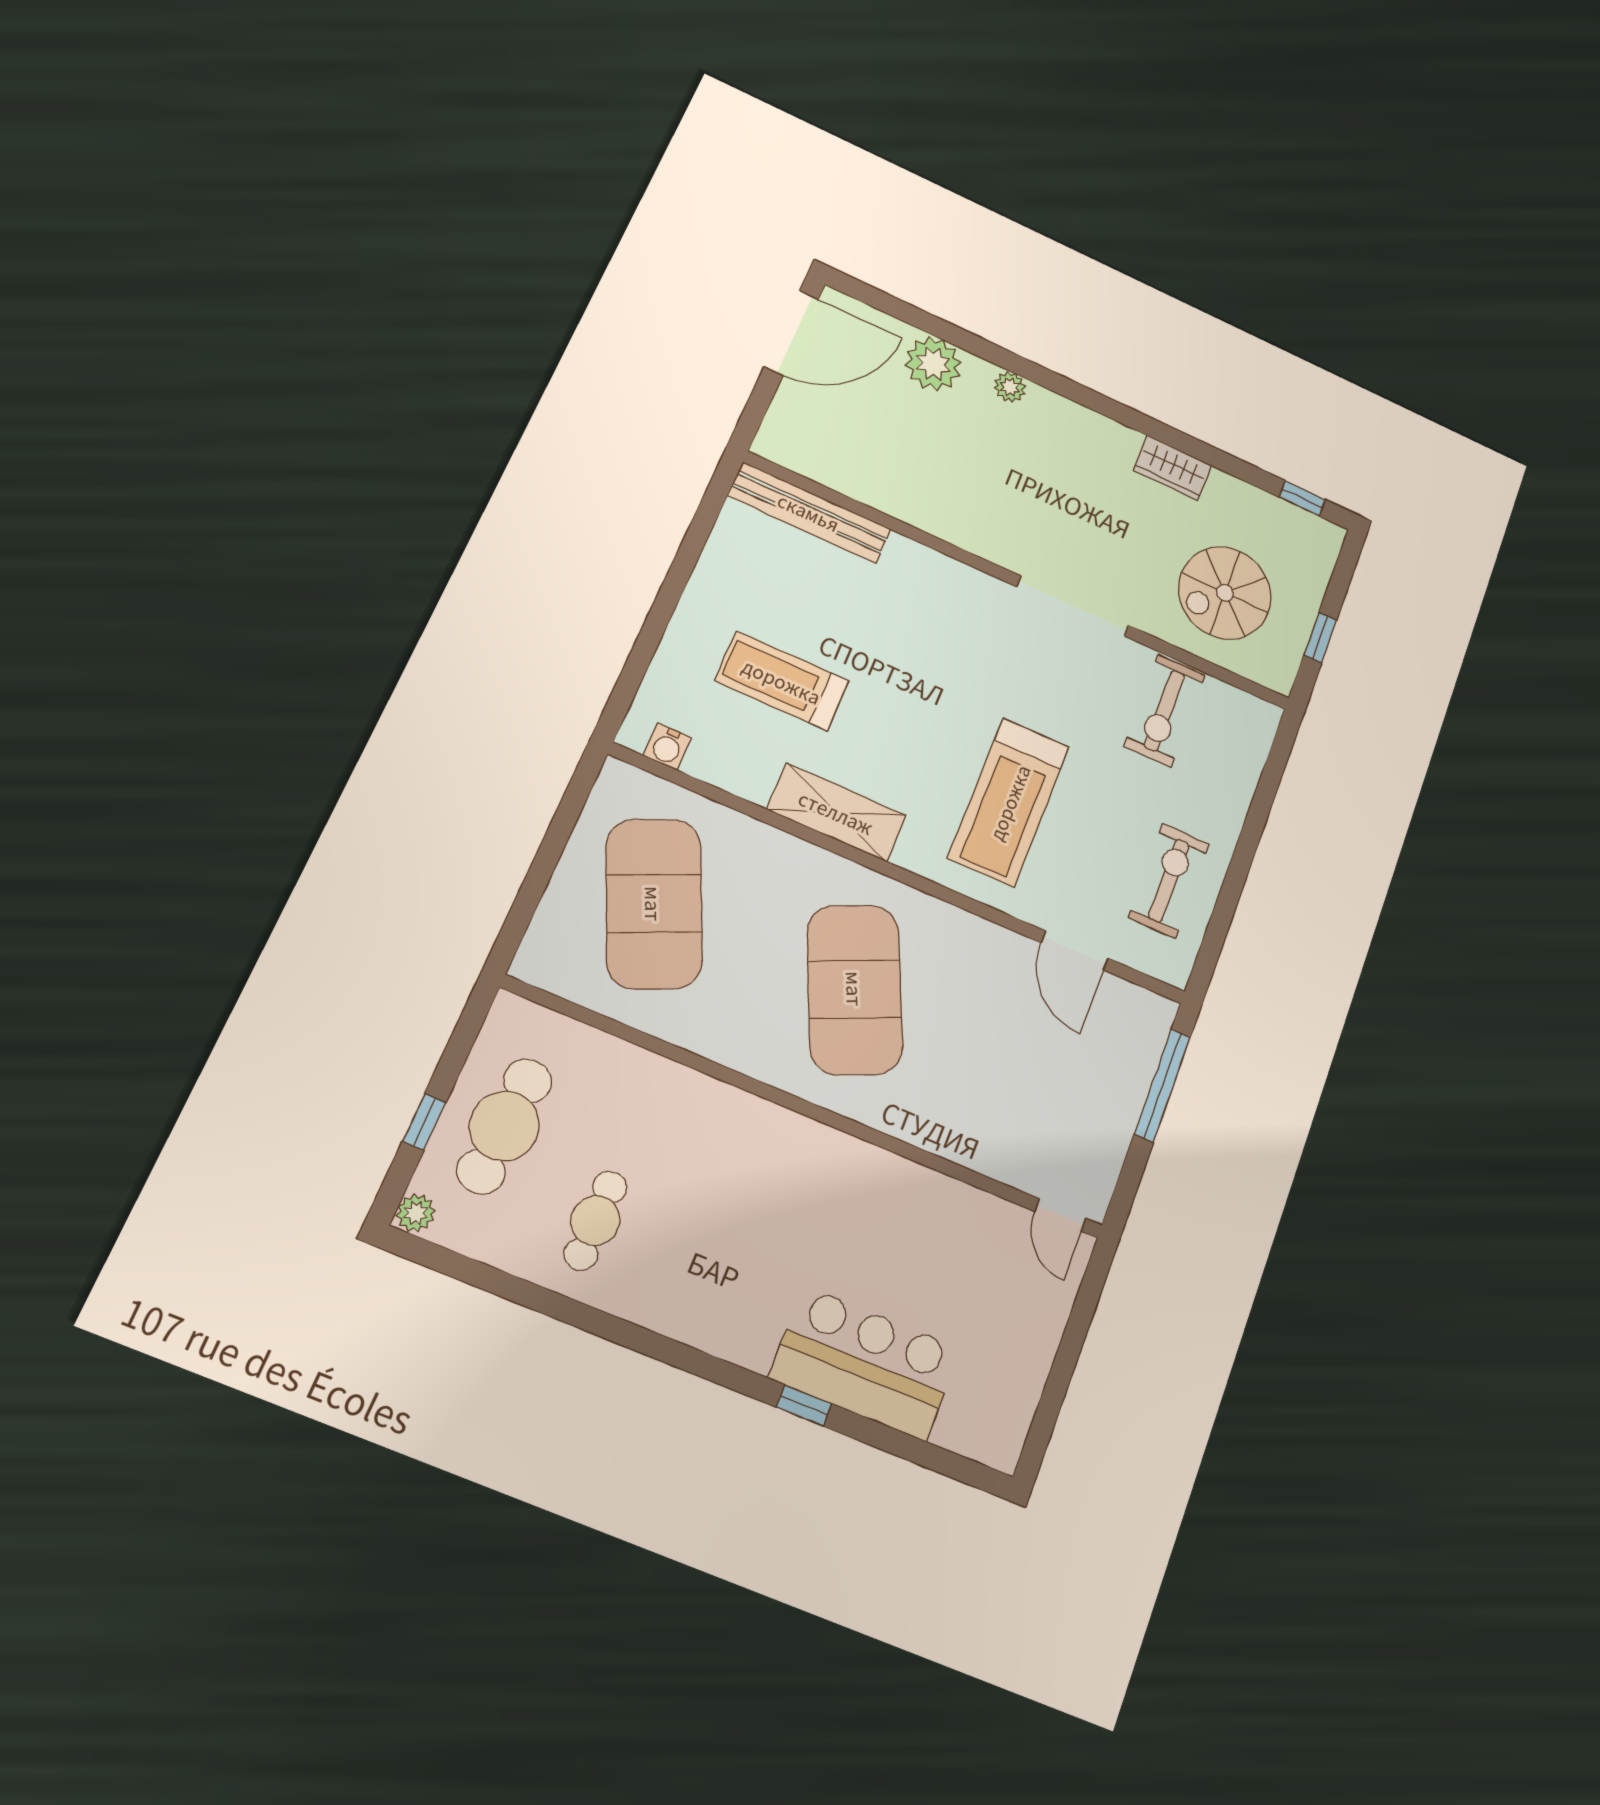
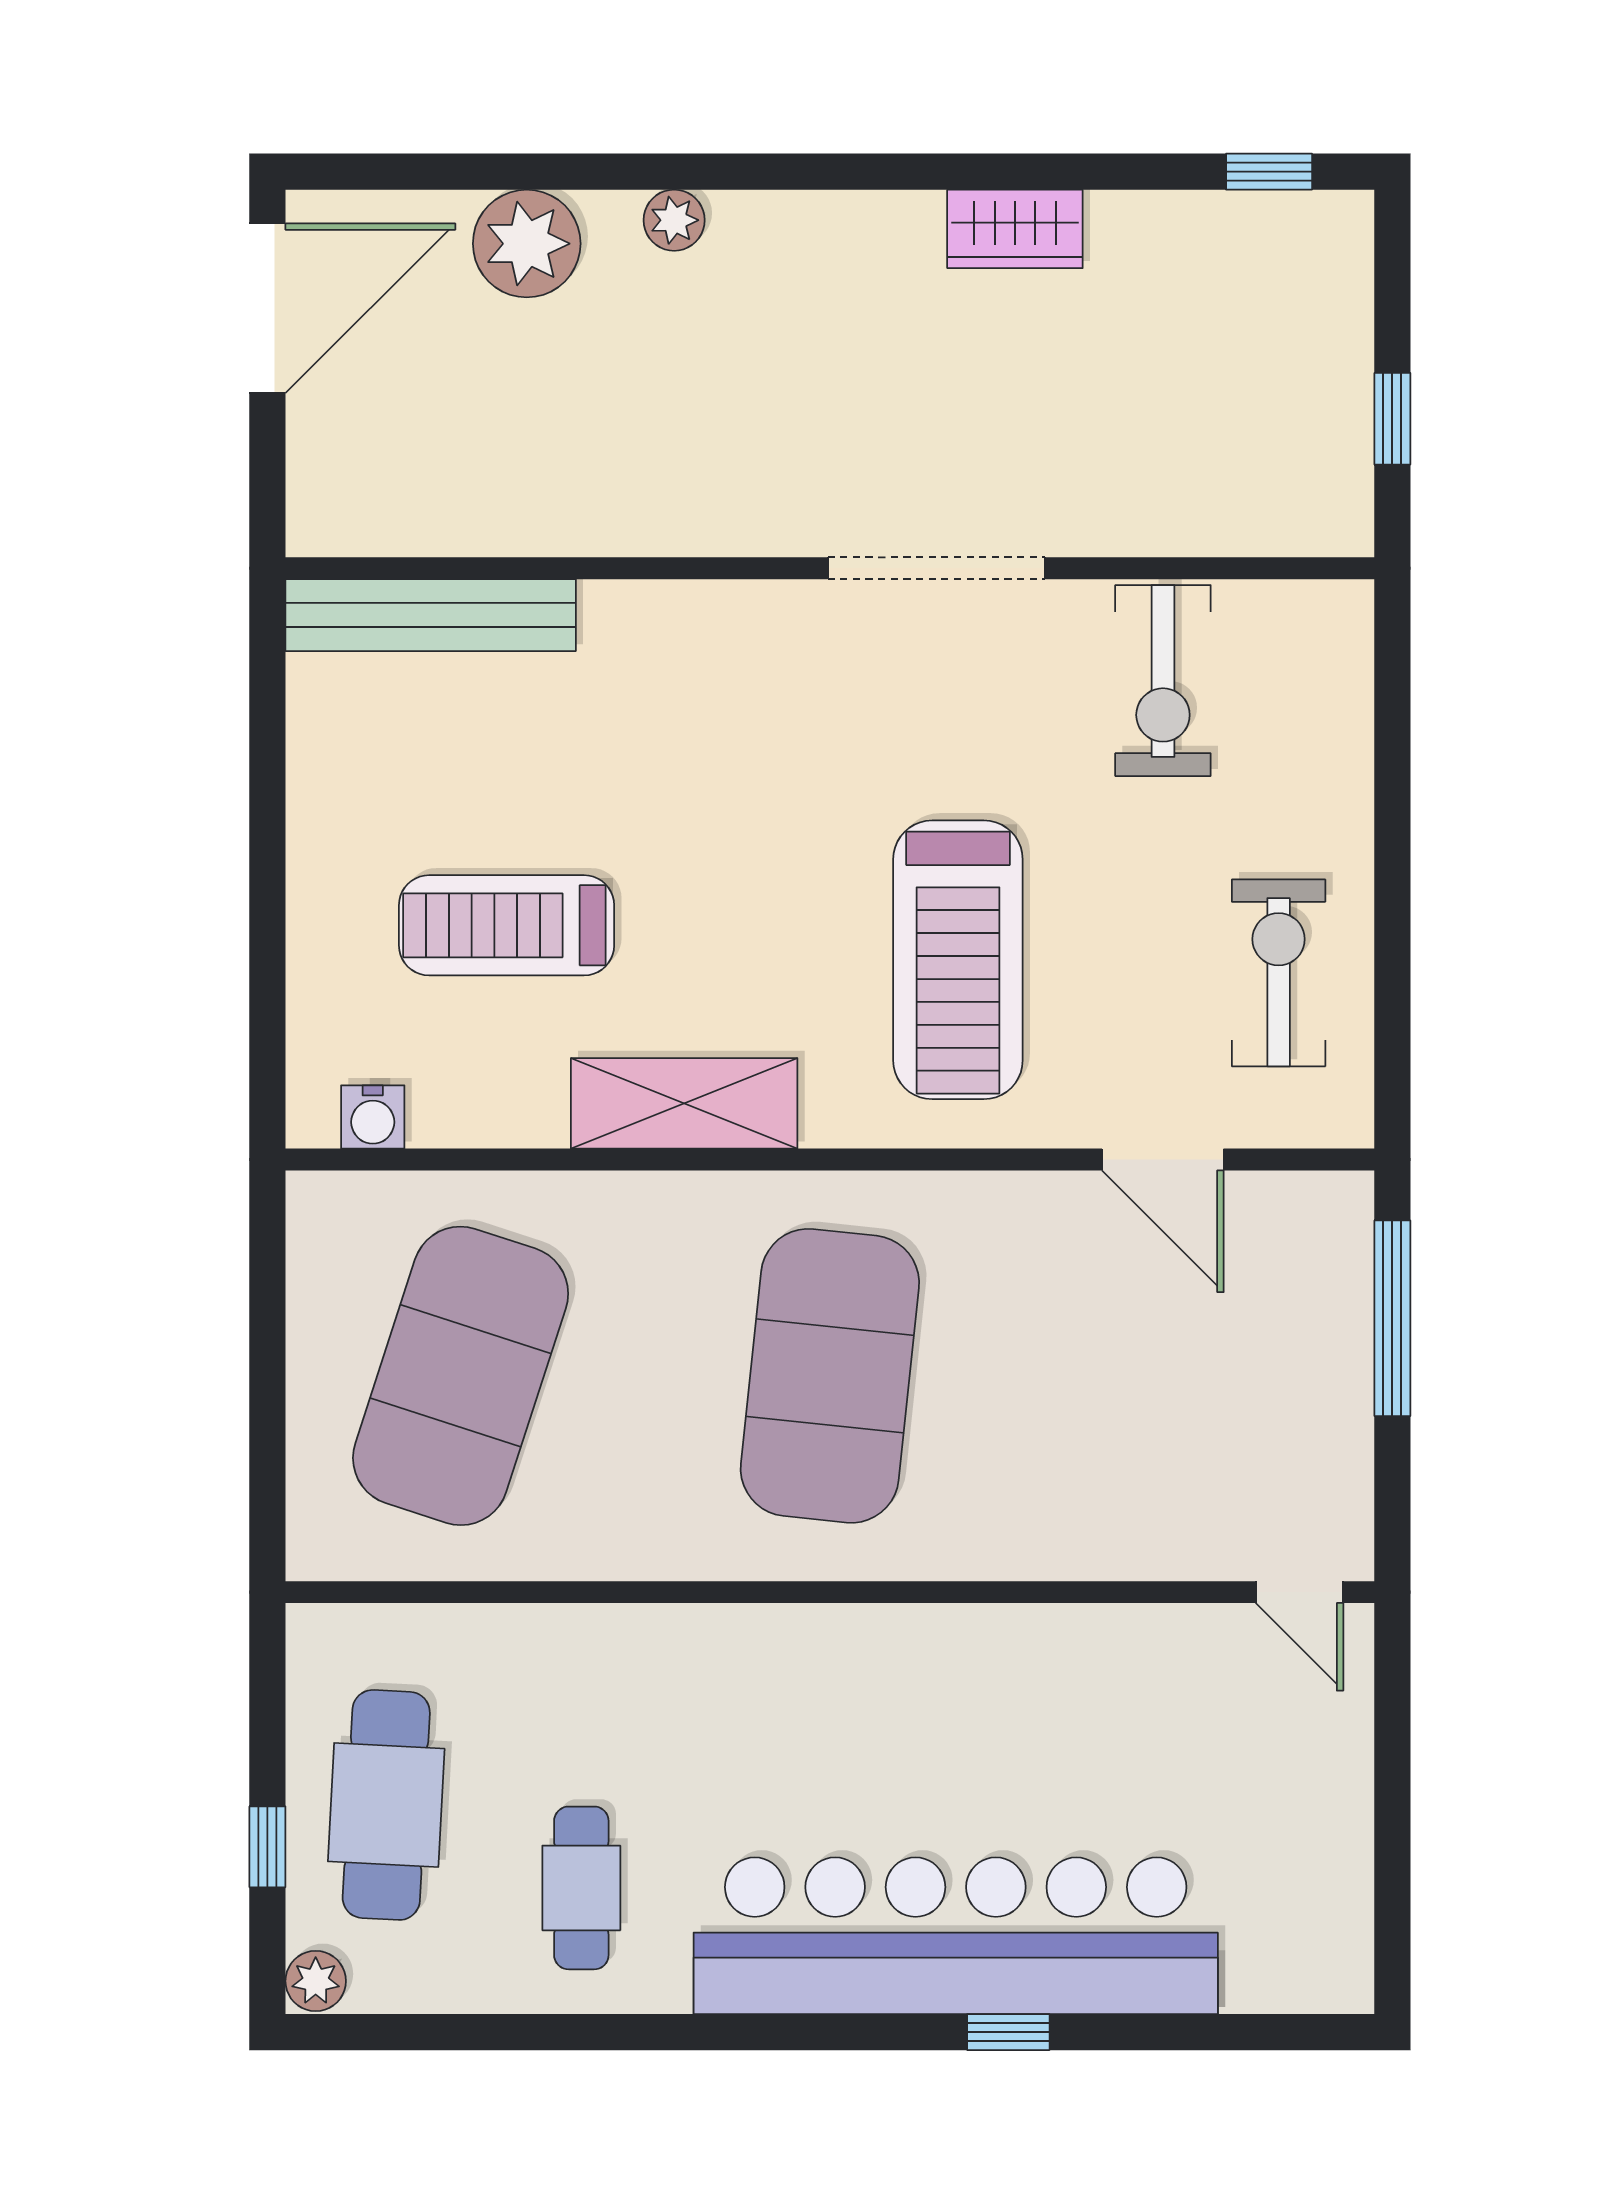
spiral stairs: (1225, 593) -> (1192, 417), removed
exercise mat: (654, 904) -> (461, 1376), turned 42
exercise mat: (855, 989) -> (830, 1376), turned 30
bar counter: (865, 1363) -> (956, 1936), width x1.86

